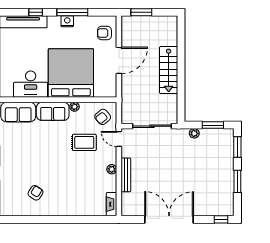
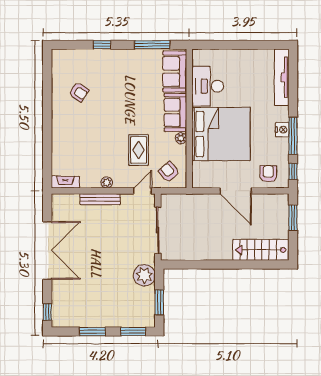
window: (36, 12) -> (293, 172), moved
stairs: (169, 70) -> (261, 250), moved
plant: (194, 133) -> (144, 275), width x1.87, depth x1.87

